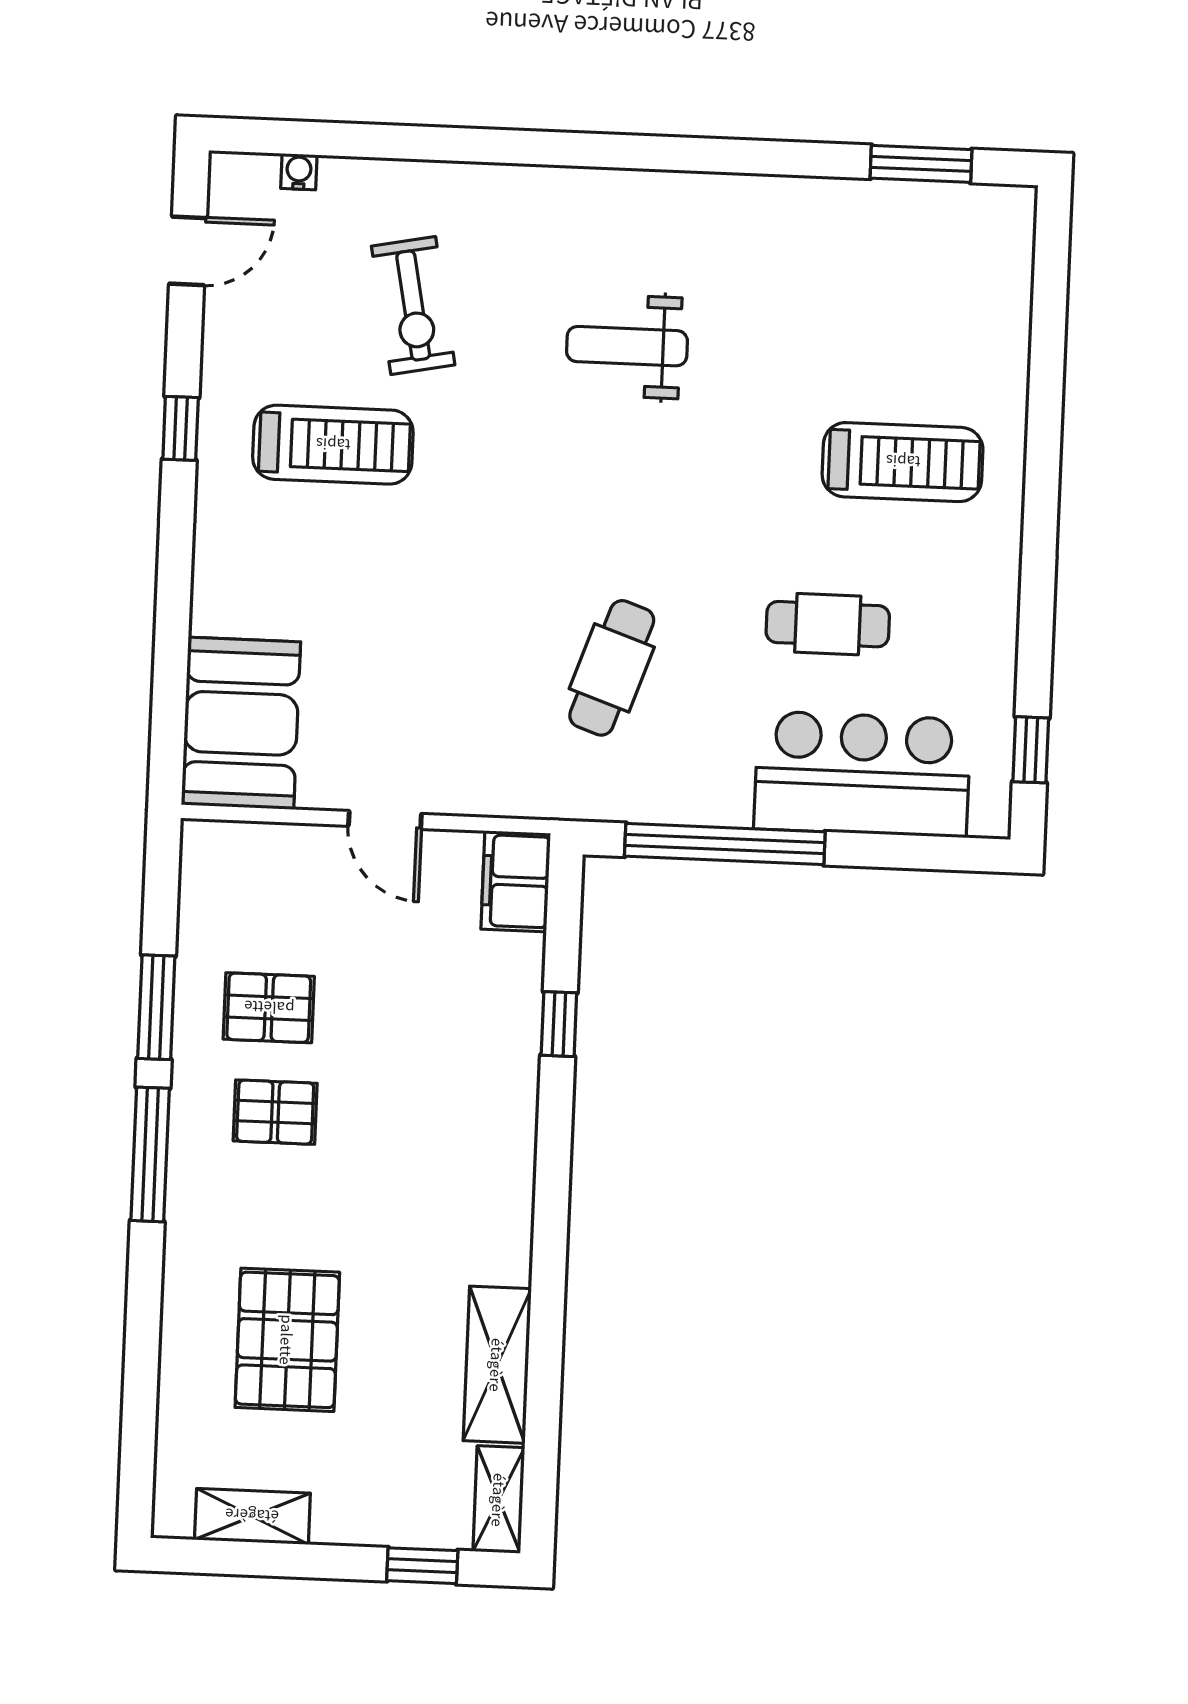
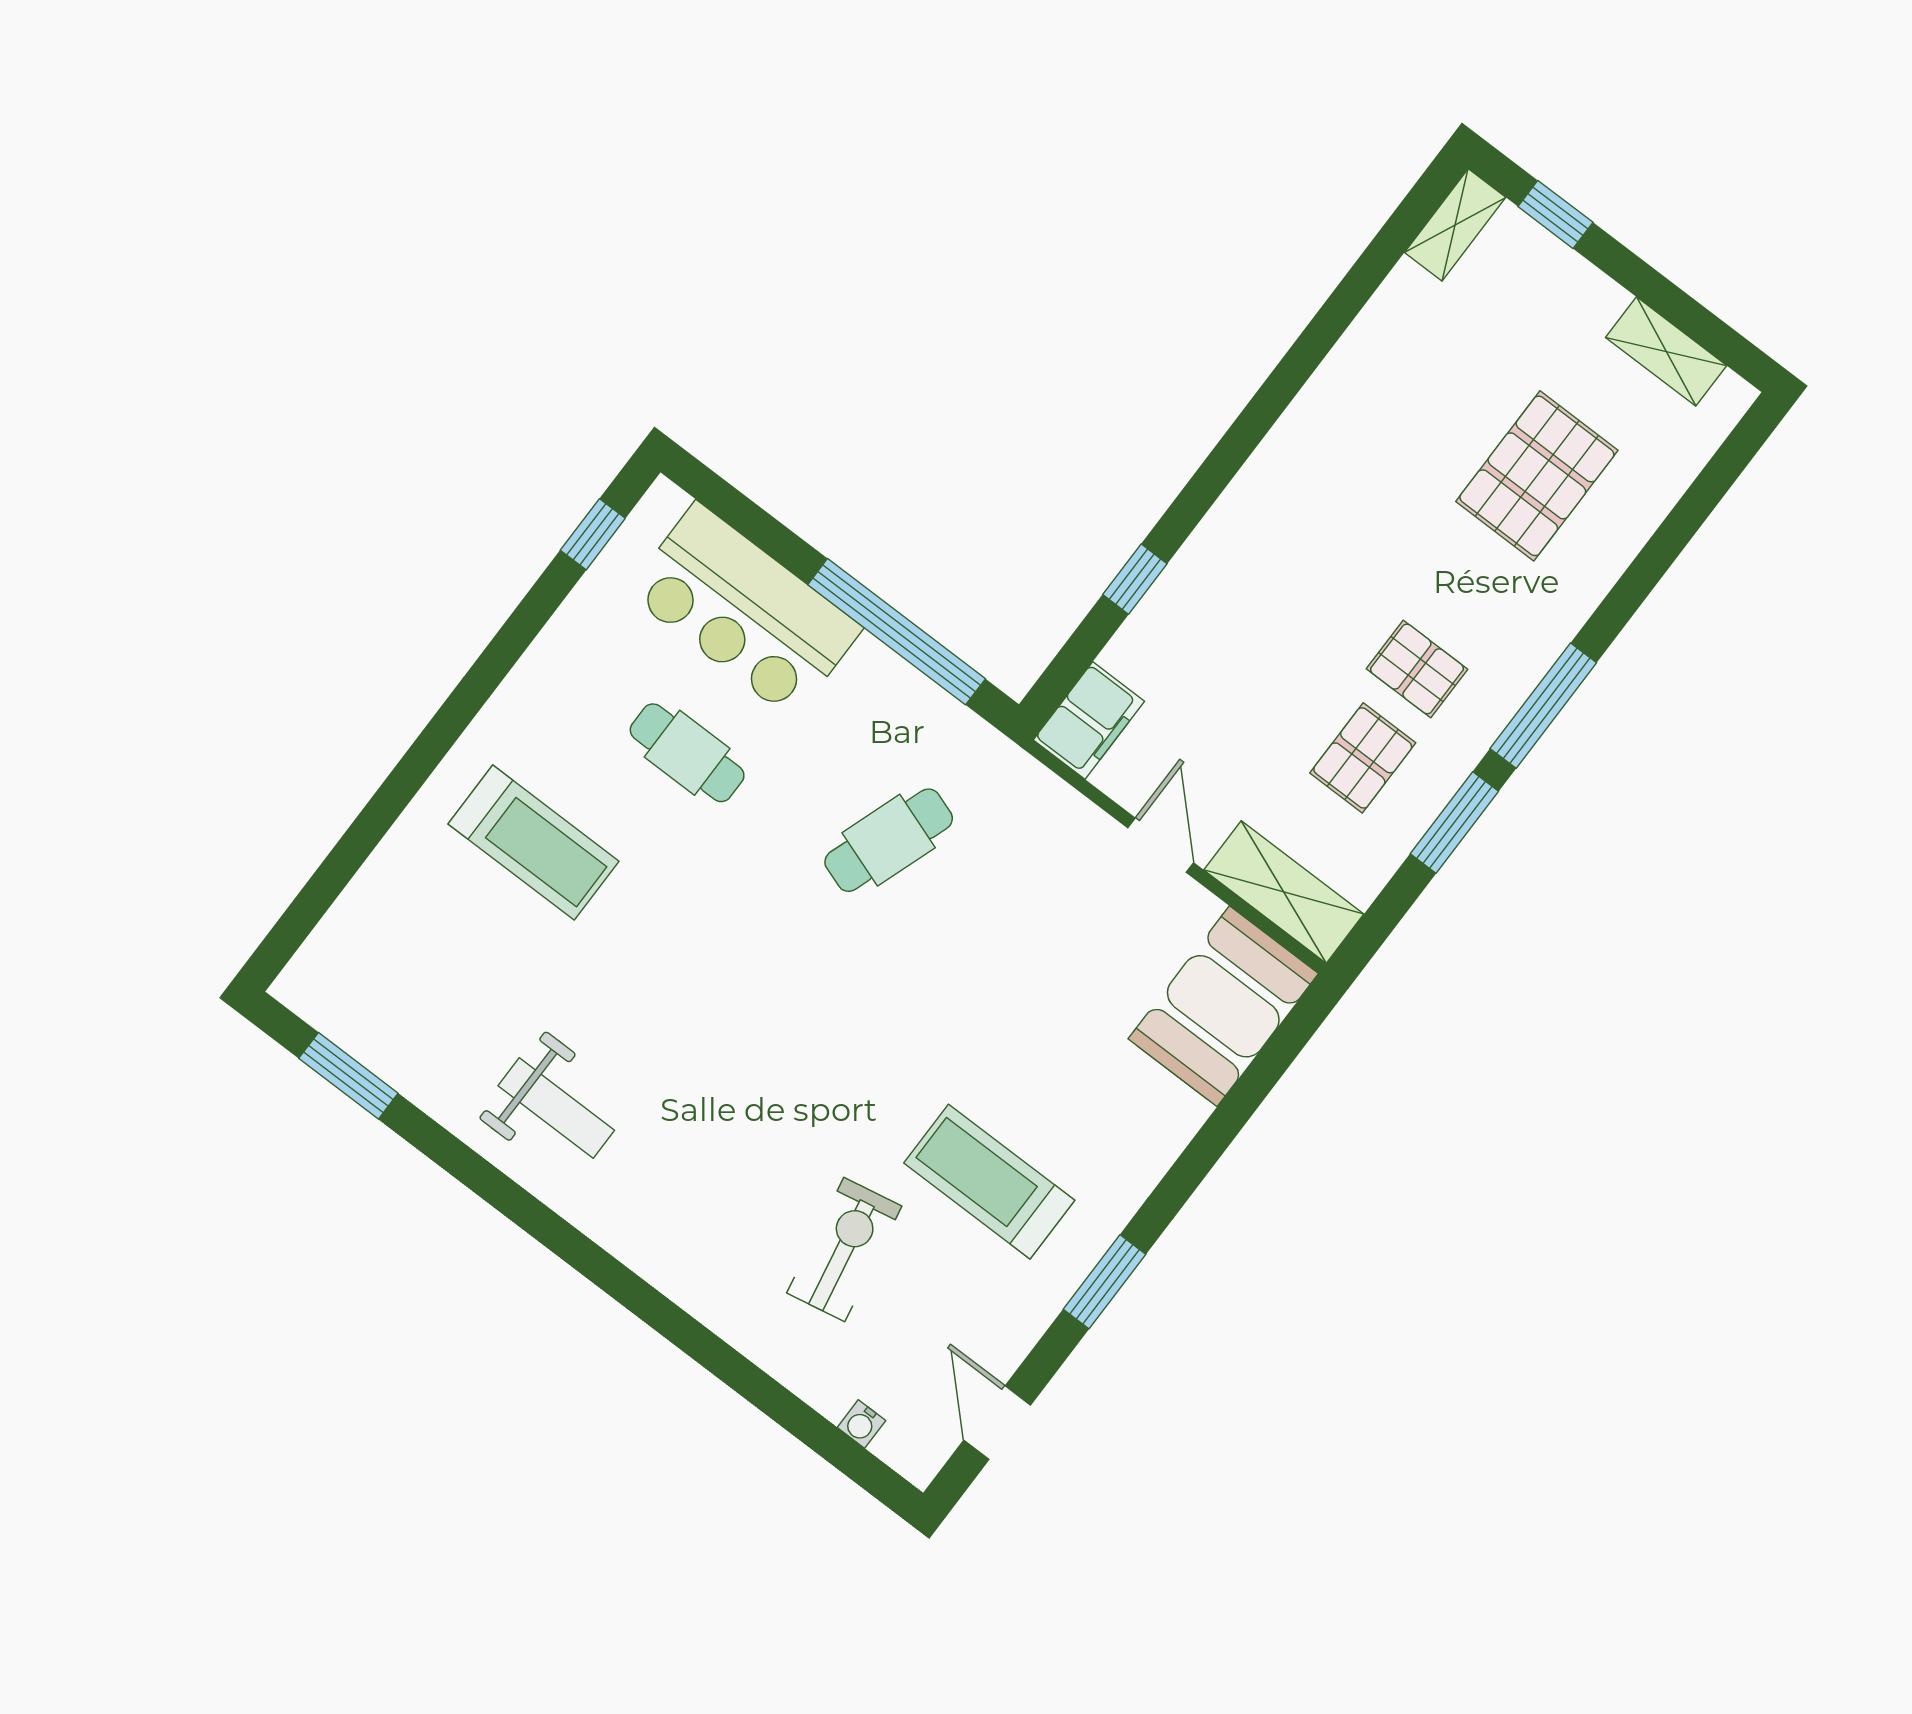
door: (188, 251) -> (997, 1423), hinge flipped
weight bench: (627, 346) -> (556, 1108), moved
window: (181, 428) -> (1104, 1282), width x1.50
treadmill: (903, 462) -> (534, 843), turned 180
pallet: (269, 1008) -> (1363, 758), turned 90
shelving: (497, 1365) -> (1284, 892), moved, turned 90

